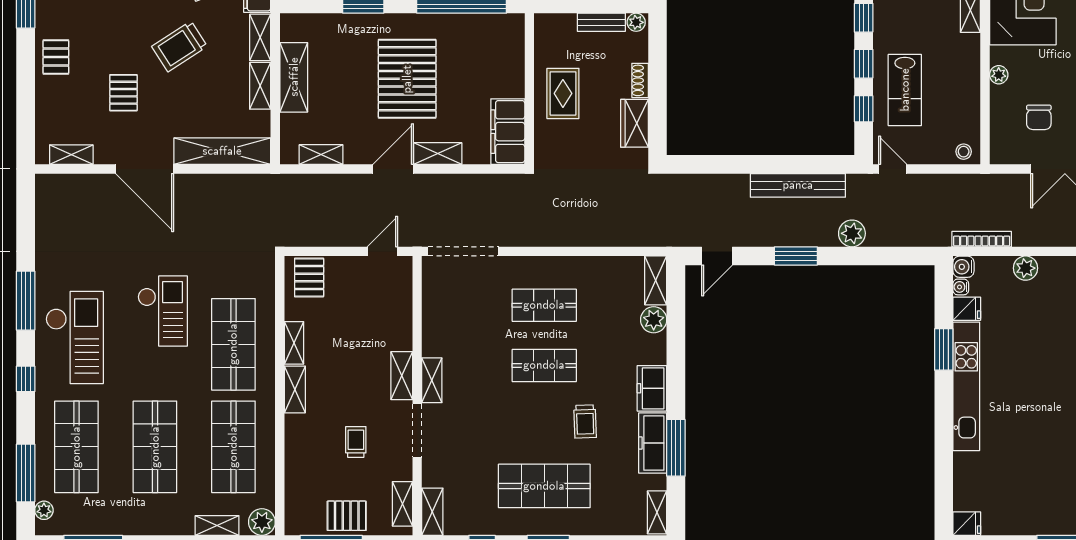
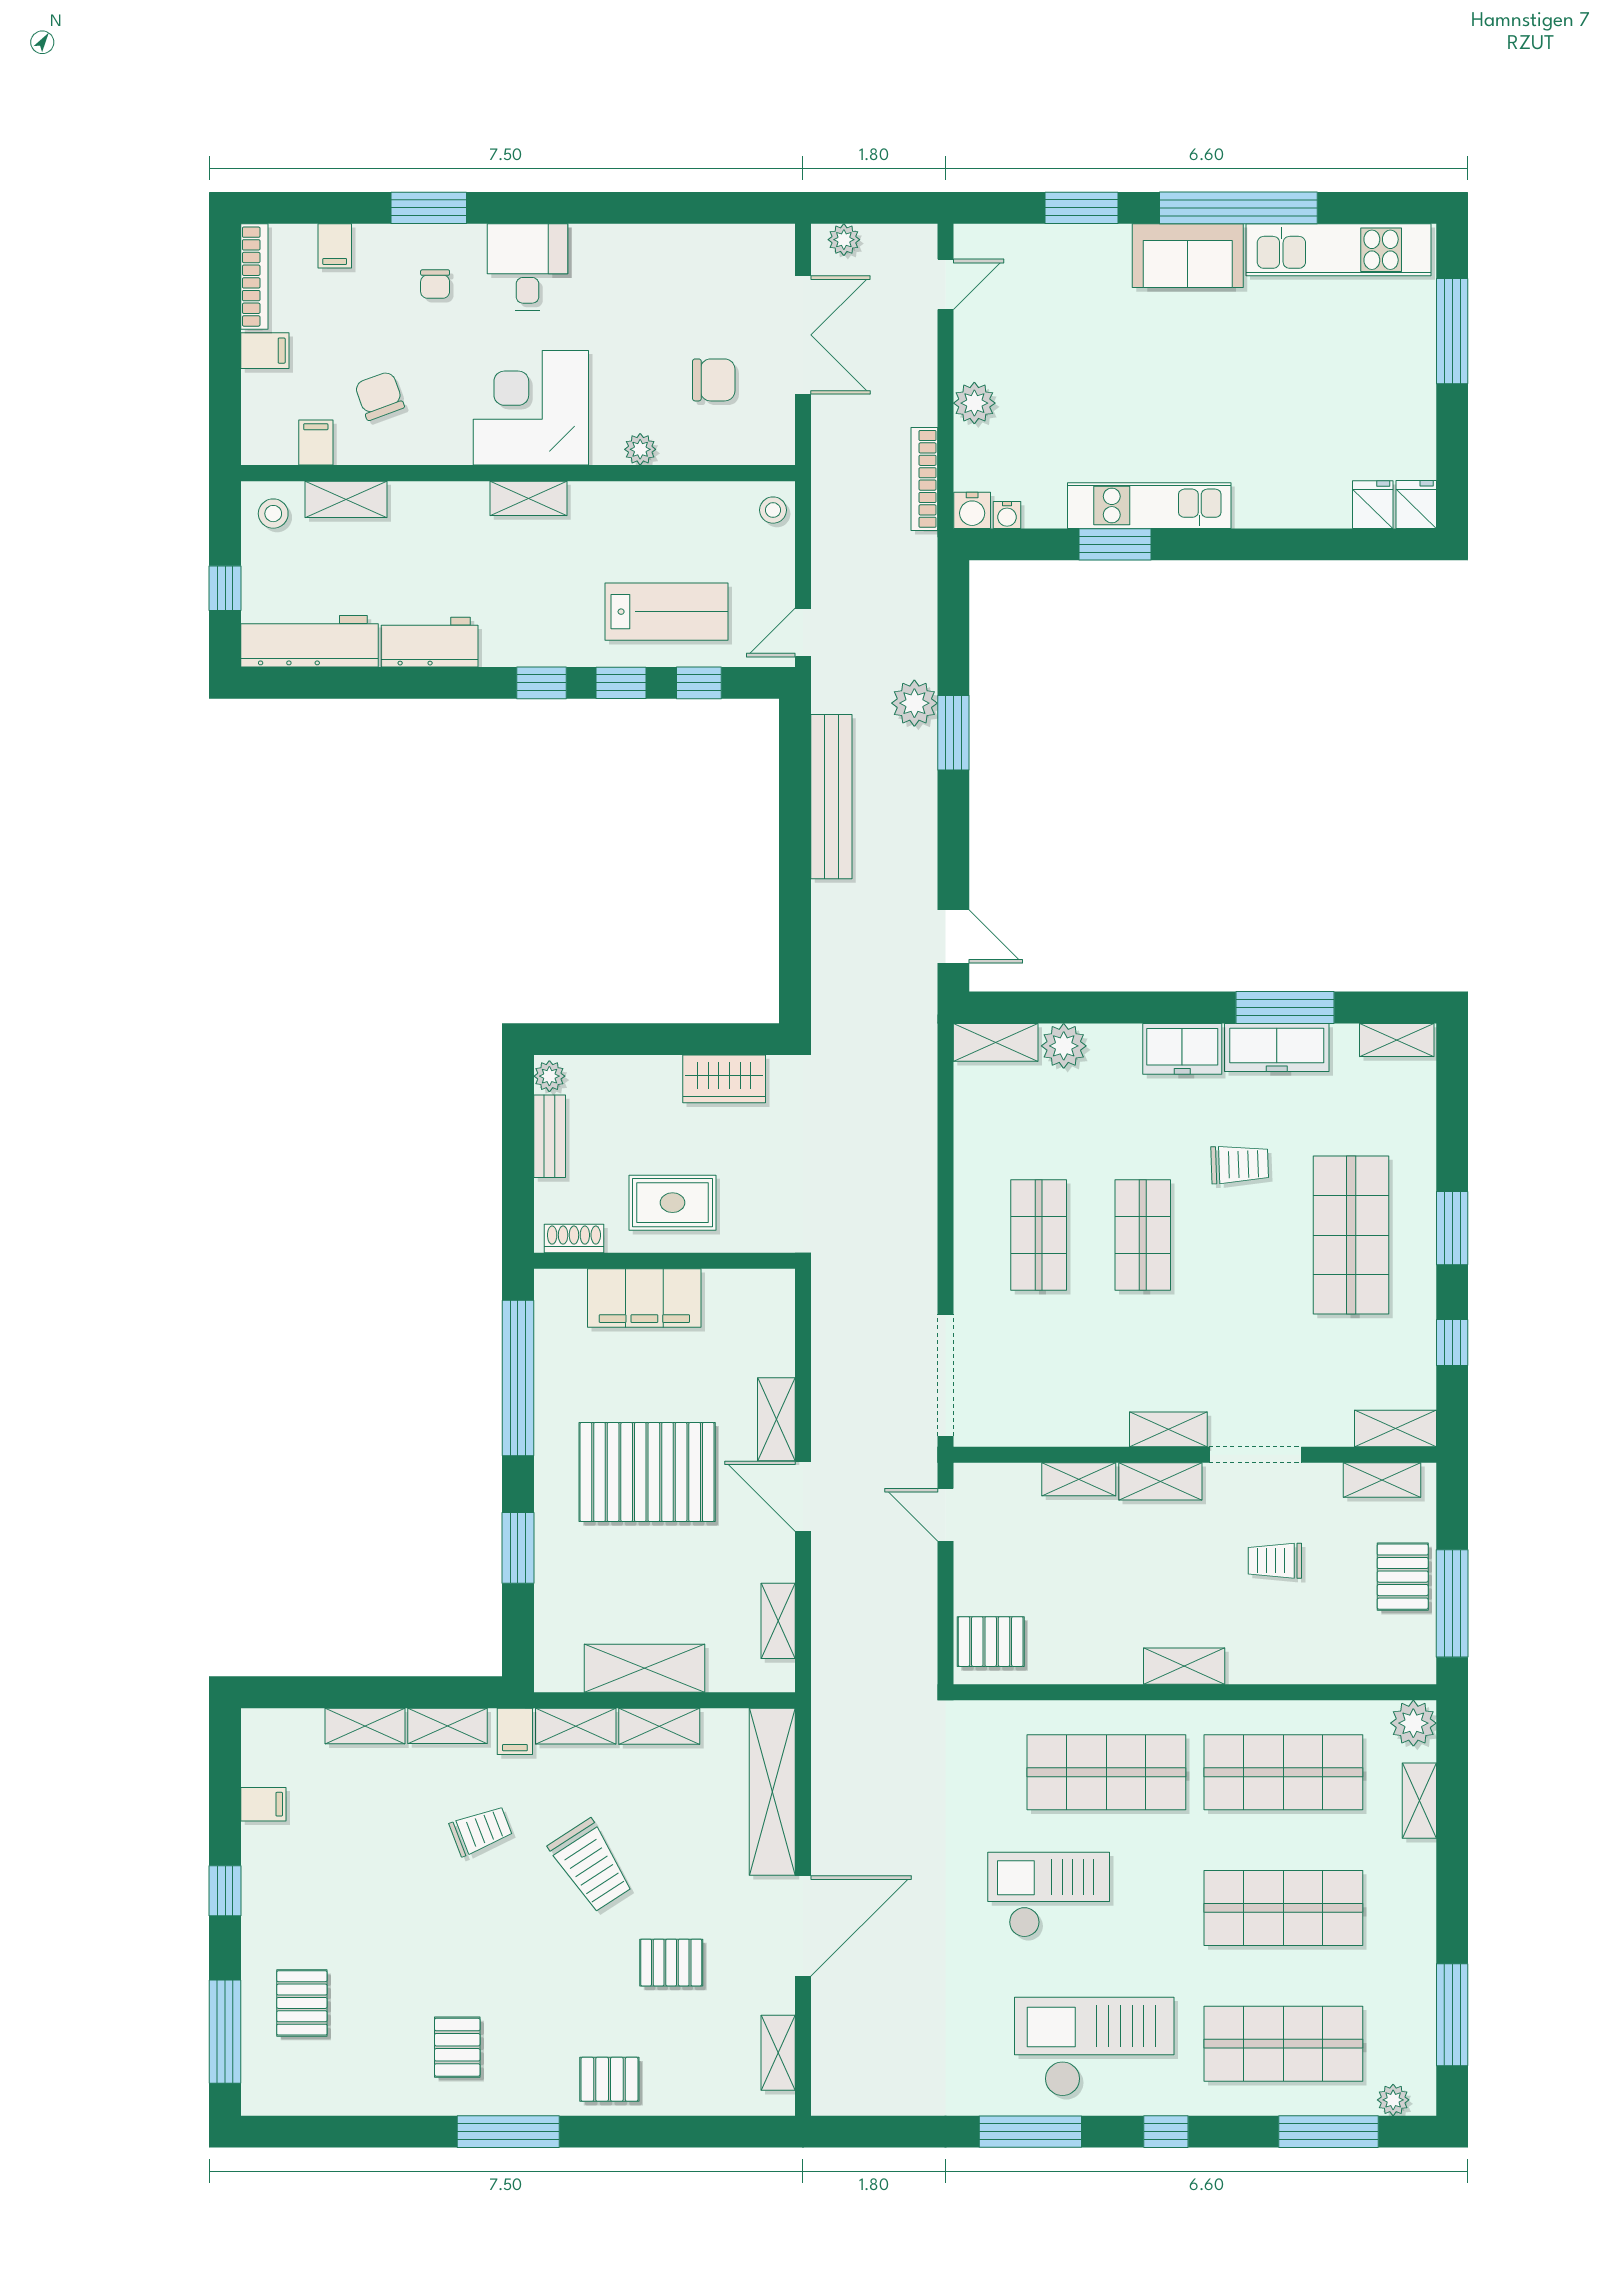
shoe rack: (640, 80) -> (574, 1238), moved, turned 180
filing cabinet: (508, 132) -> (644, 1298), moved
window: (796, 256) -> (953, 733), moved
fridge: (967, 309) -> (1373, 505), moved
shelving: (294, 343) -> (1079, 1479), moved
kitchen unit: (966, 386) -> (1149, 506), width x0.73

